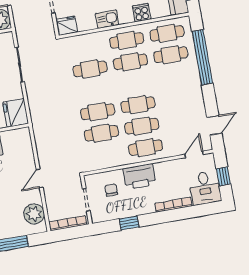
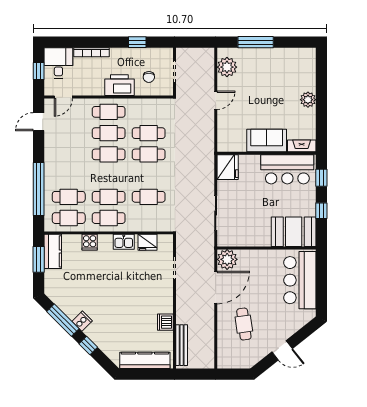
fridge: (67, 26) -> (148, 242), moved
bookcase: (68, 223) -> (196, 52), removed

